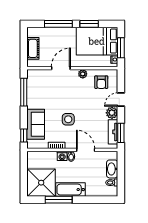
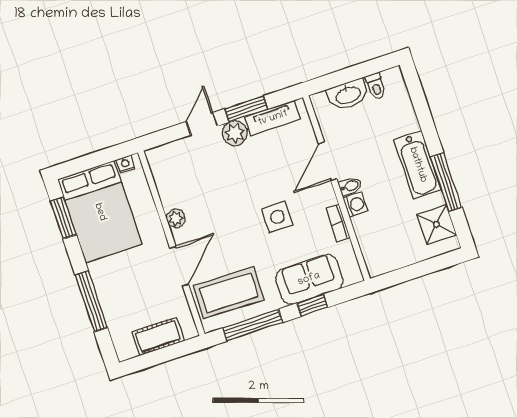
window: (89, 24) -> (63, 218), moved
window: (121, 48) -> (97, 159), removed
door: (61, 68) -> (179, 266), swing flipped
armchair: (101, 82) -> (180, 175), removed
coffee table: (42, 86) -> (229, 293), added
door: (121, 100) -> (202, 124), swing flipped
window: (121, 133) -> (246, 109), moved
window: (24, 135) -> (312, 305), moved
shower: (41, 183) -> (437, 224), width x0.54, depth x0.54

